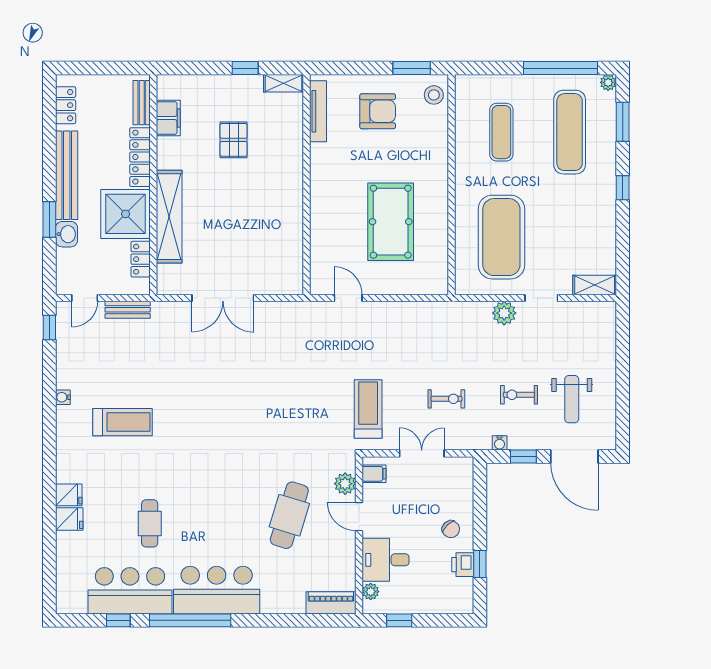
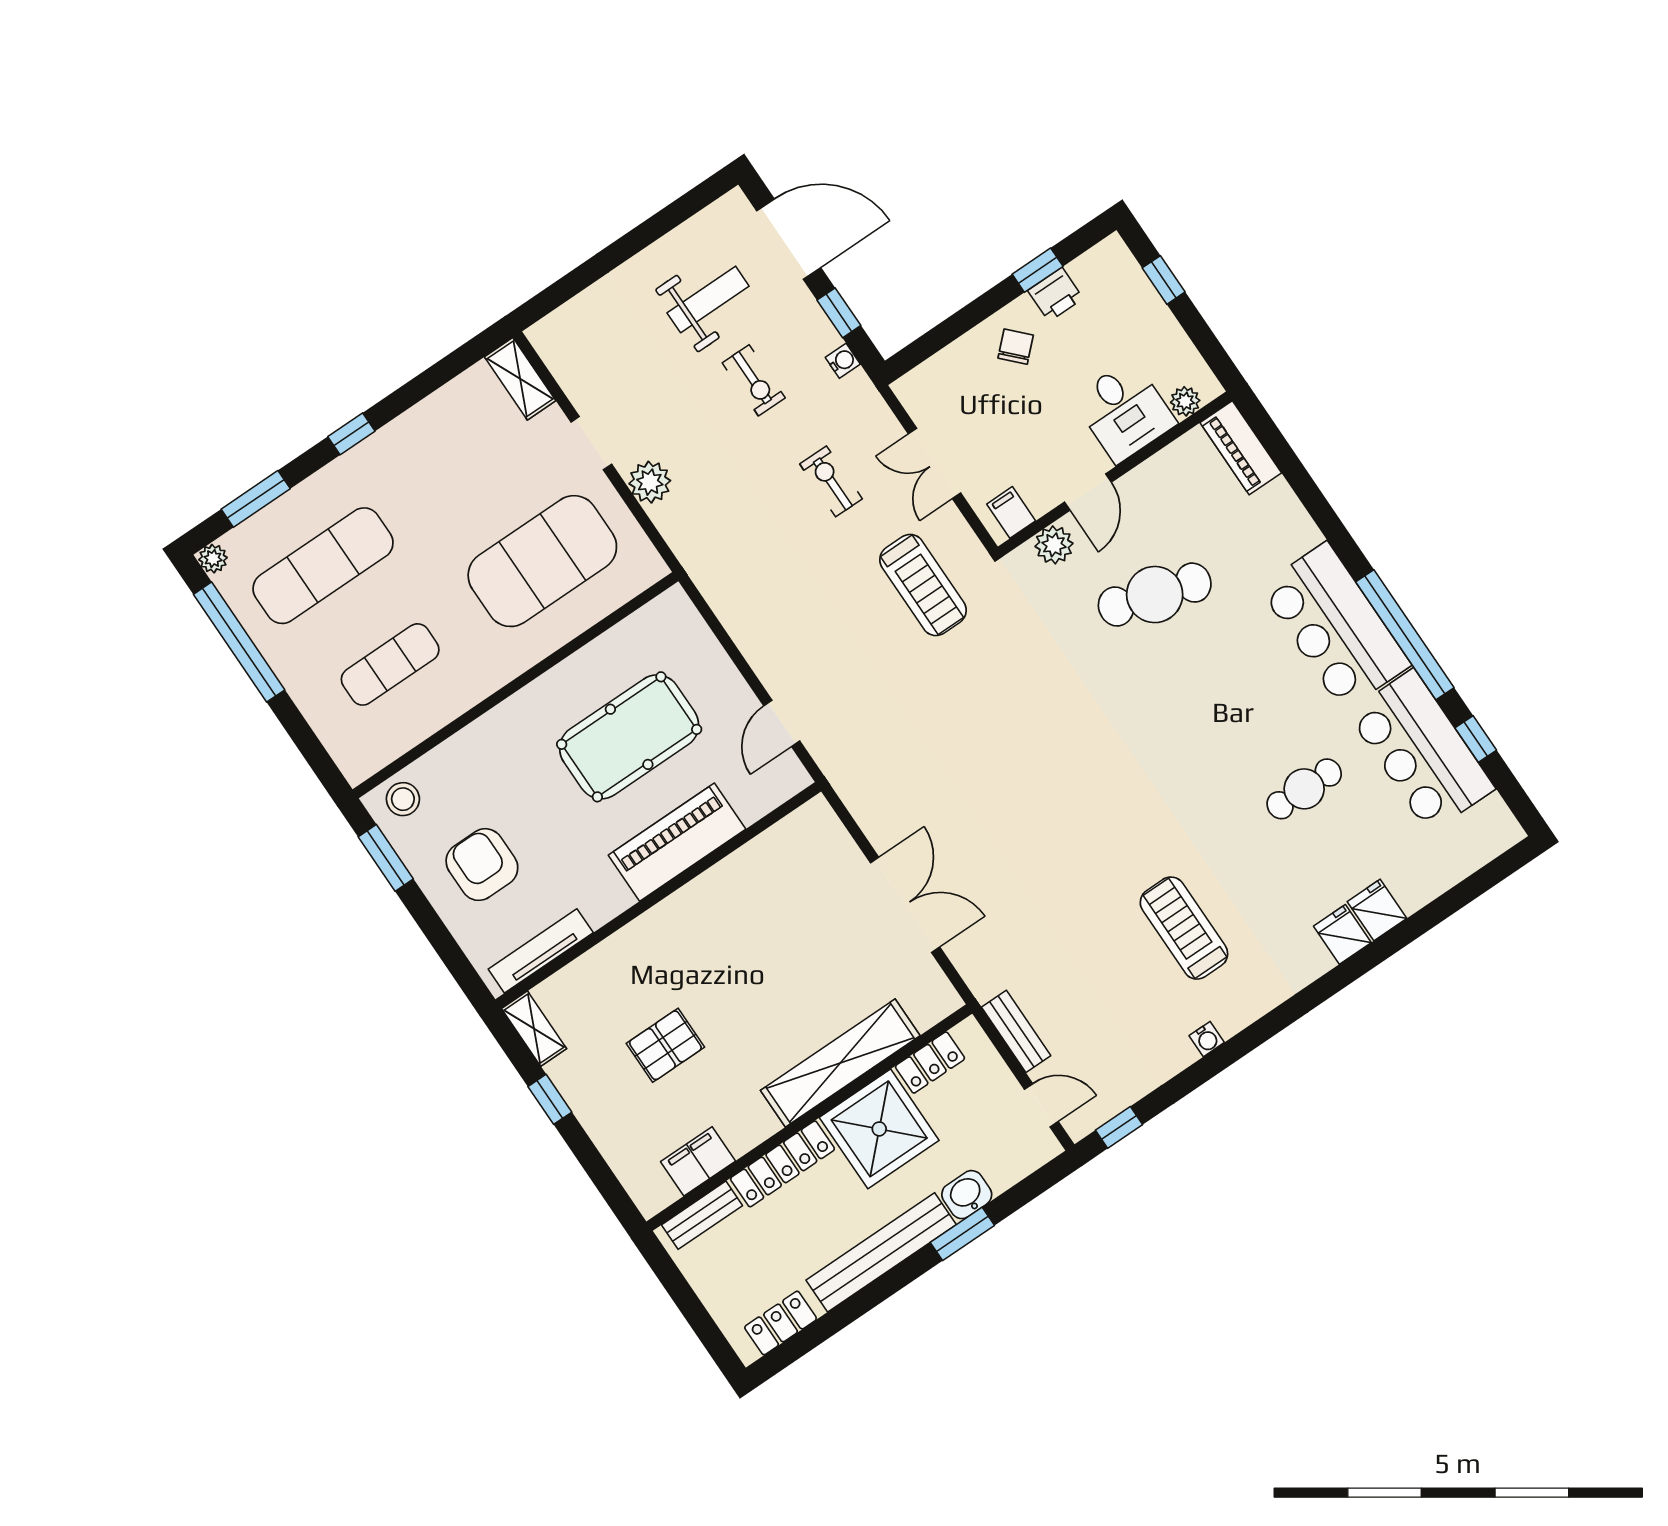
piano: (326, 210) -> (677, 842), added
treadmill: (368, 409) -> (923, 585), turned -90
door: (574, 457) -> (789, 239), hinge flipped
window: (399, 620) -> (1164, 280), moved

